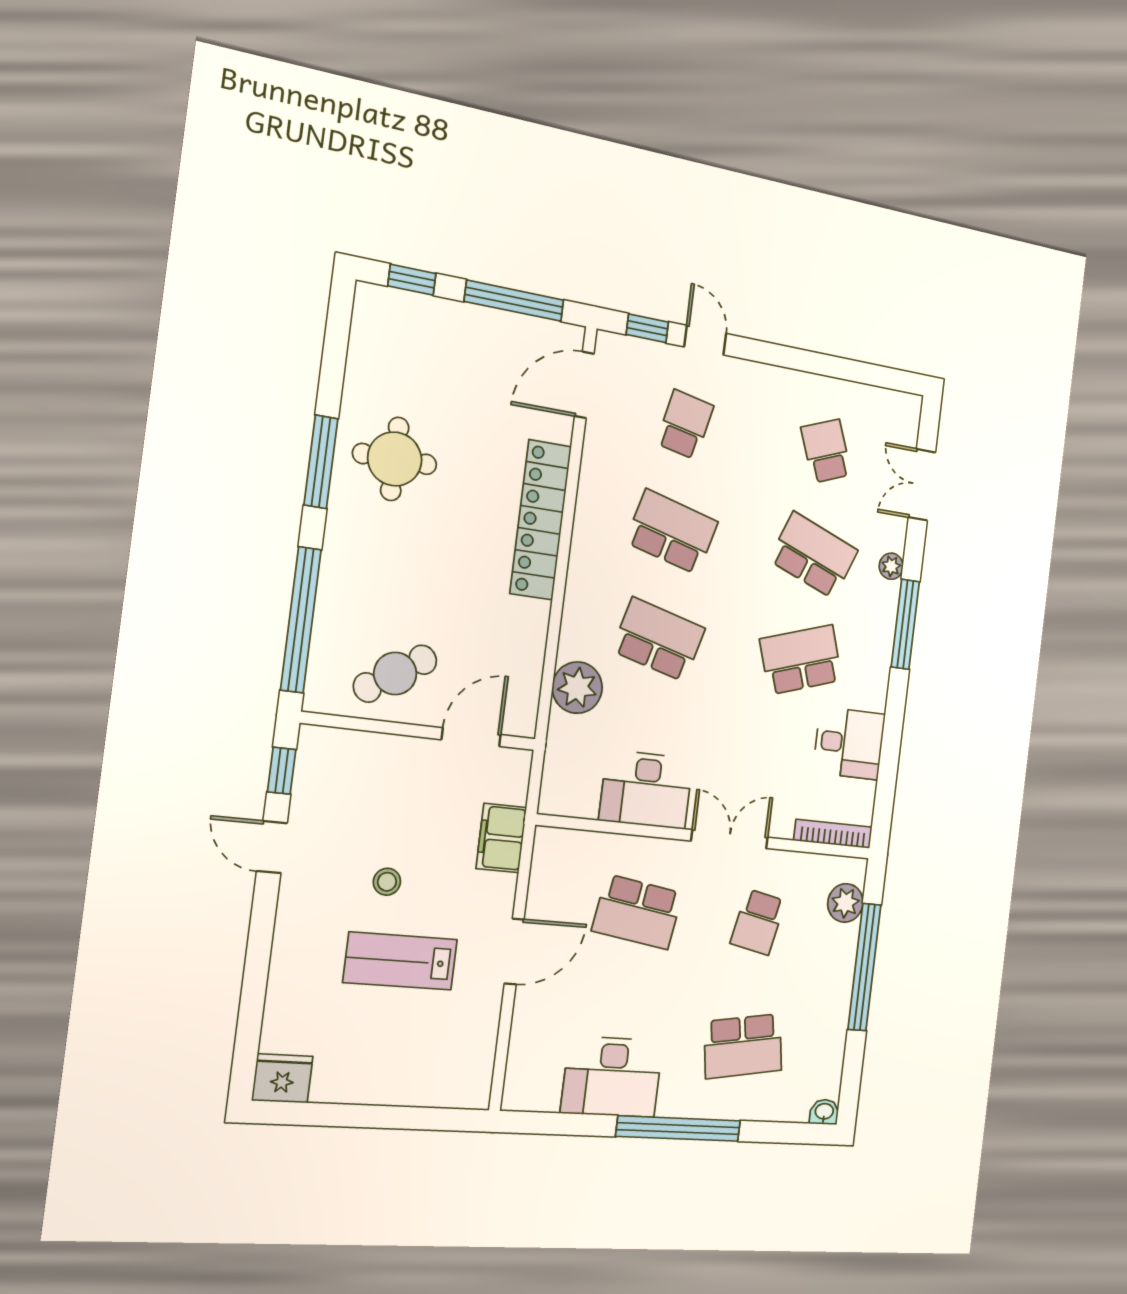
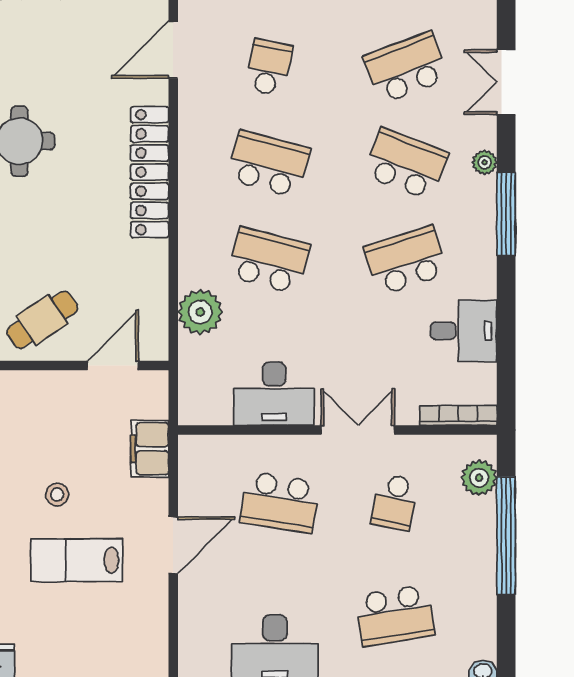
school desk: (826, 451) -> (406, 68), width x1.85

